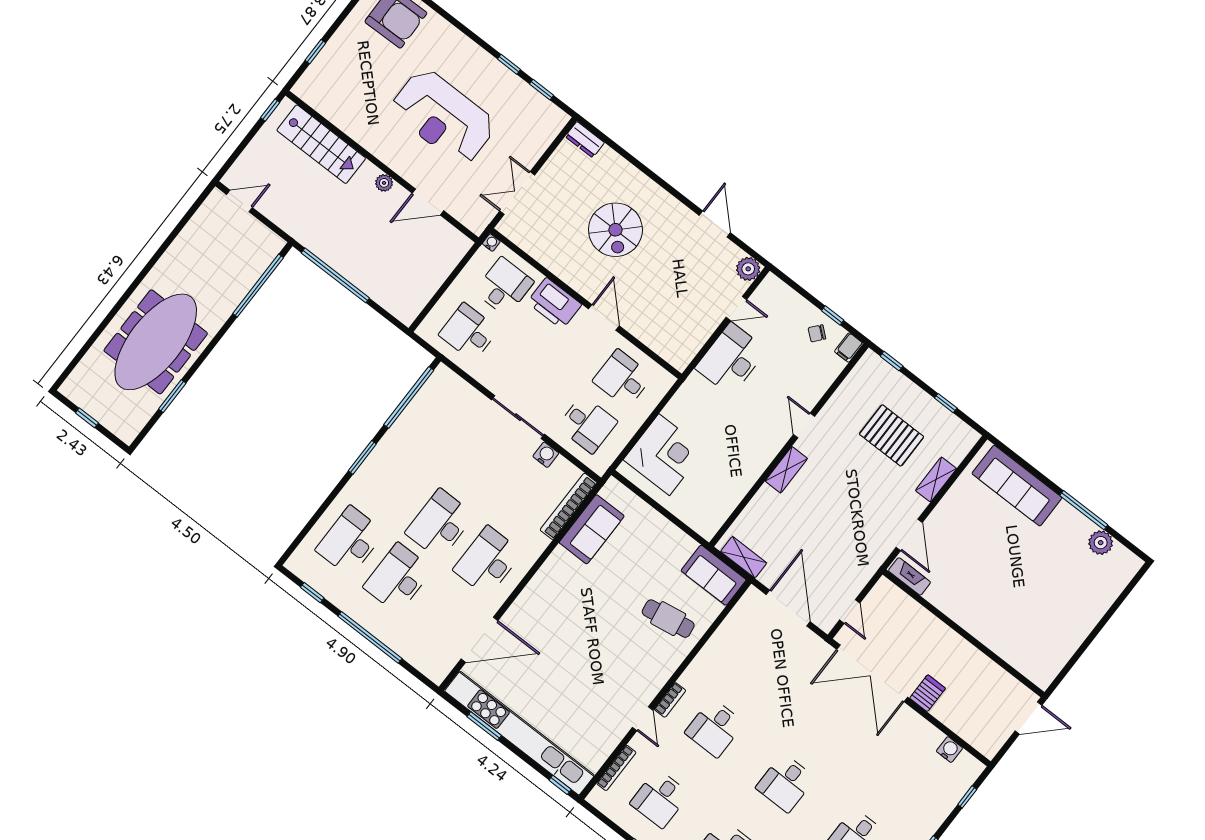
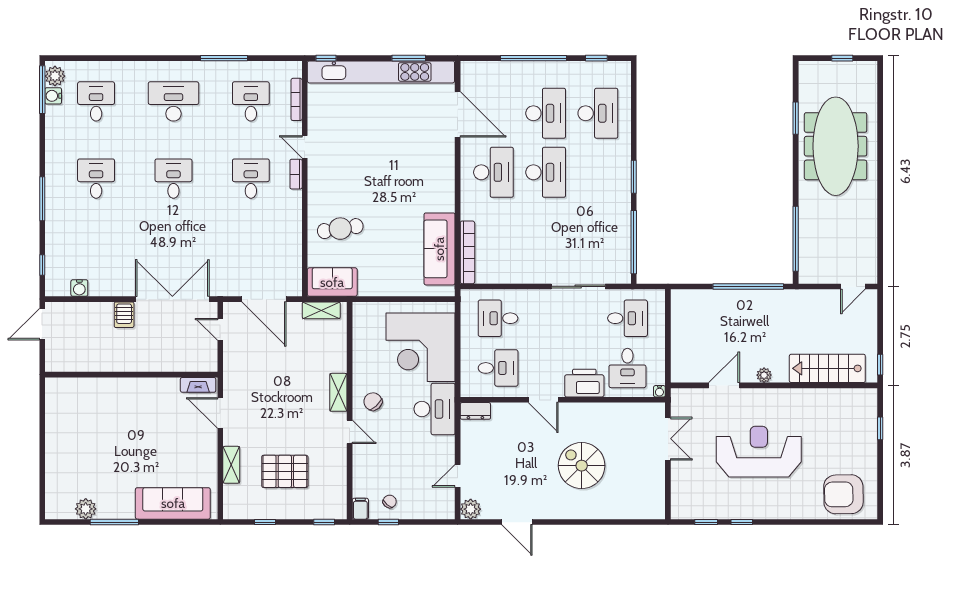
dresser: (585, 140) -> (475, 411), moved, turned 180
desk: (731, 359) -> (434, 409), moved
sliding door: (518, 417) -> (578, 286), moved
chair: (761, 437) -> (373, 402), added
water cooler: (546, 455) -> (510, 276), removed
corner desk: (664, 455) -> (420, 347), width x1.36, depth x1.36
sofa: (592, 529) -> (439, 249), width x1.36
door: (479, 640) -> (458, 114), swing flipped
door: (1028, 718) -> (42, 324), moved

